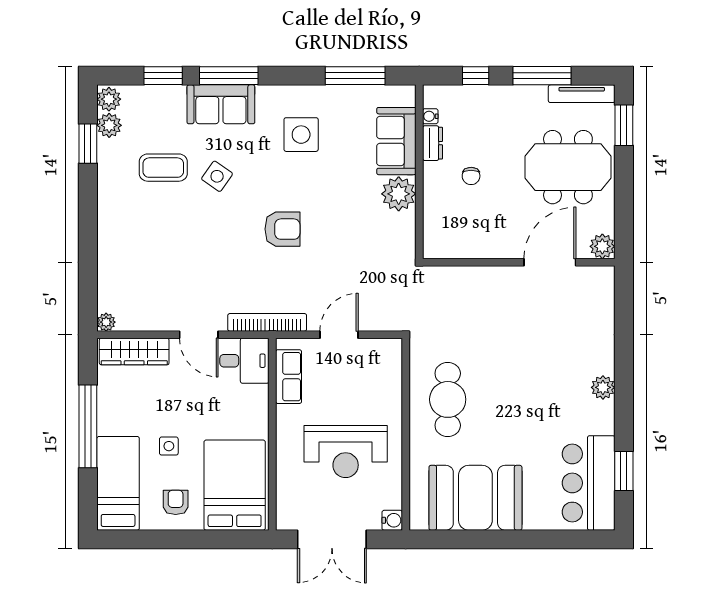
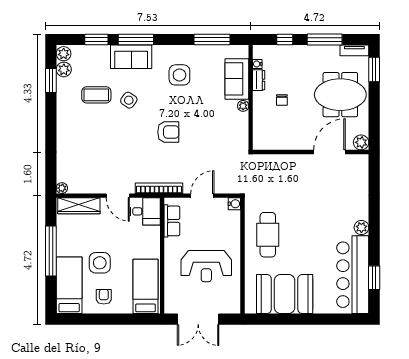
tv unit: (582, 94) -> (354, 50), width x0.71
plant: (399, 194) -> (243, 106), width x0.53, depth x0.53
side table: (169, 446) -> (100, 263), width x1.87, depth x1.87
bar counter: (589, 483) -> (353, 275), width x1.36
bed: (235, 485) -> (146, 286), width x0.67
water cooler: (392, 520) -> (234, 204), moved

